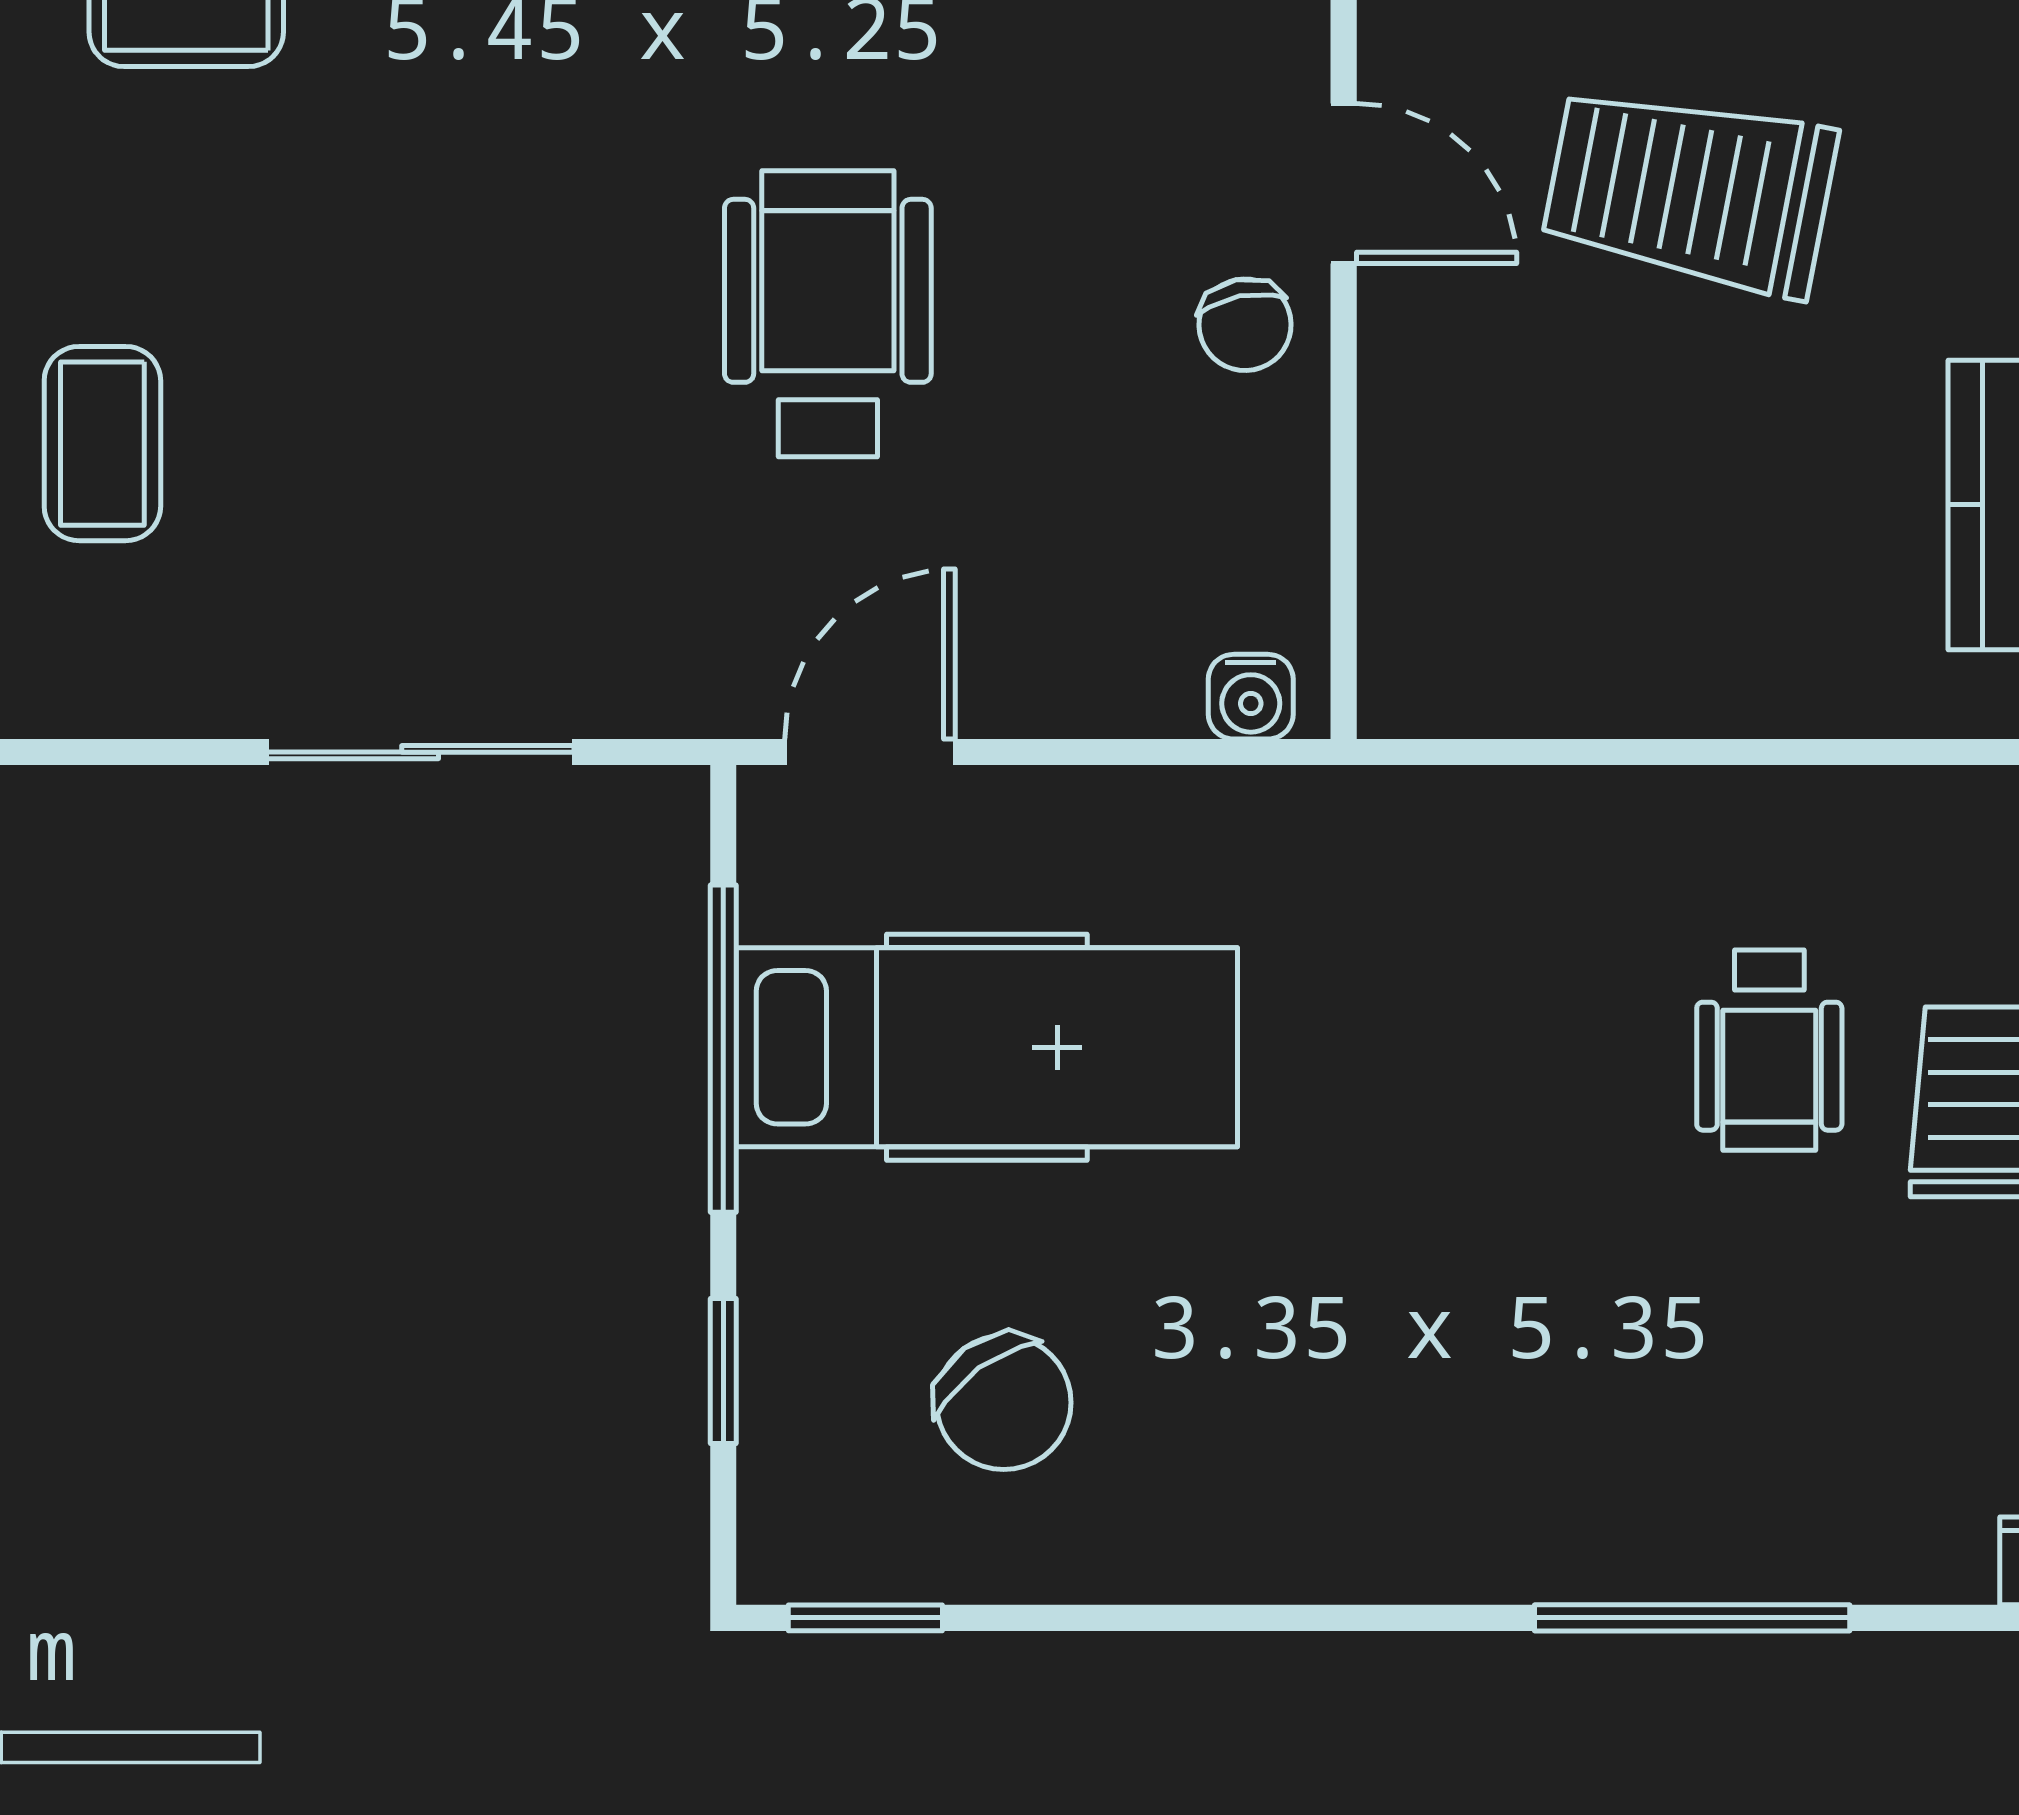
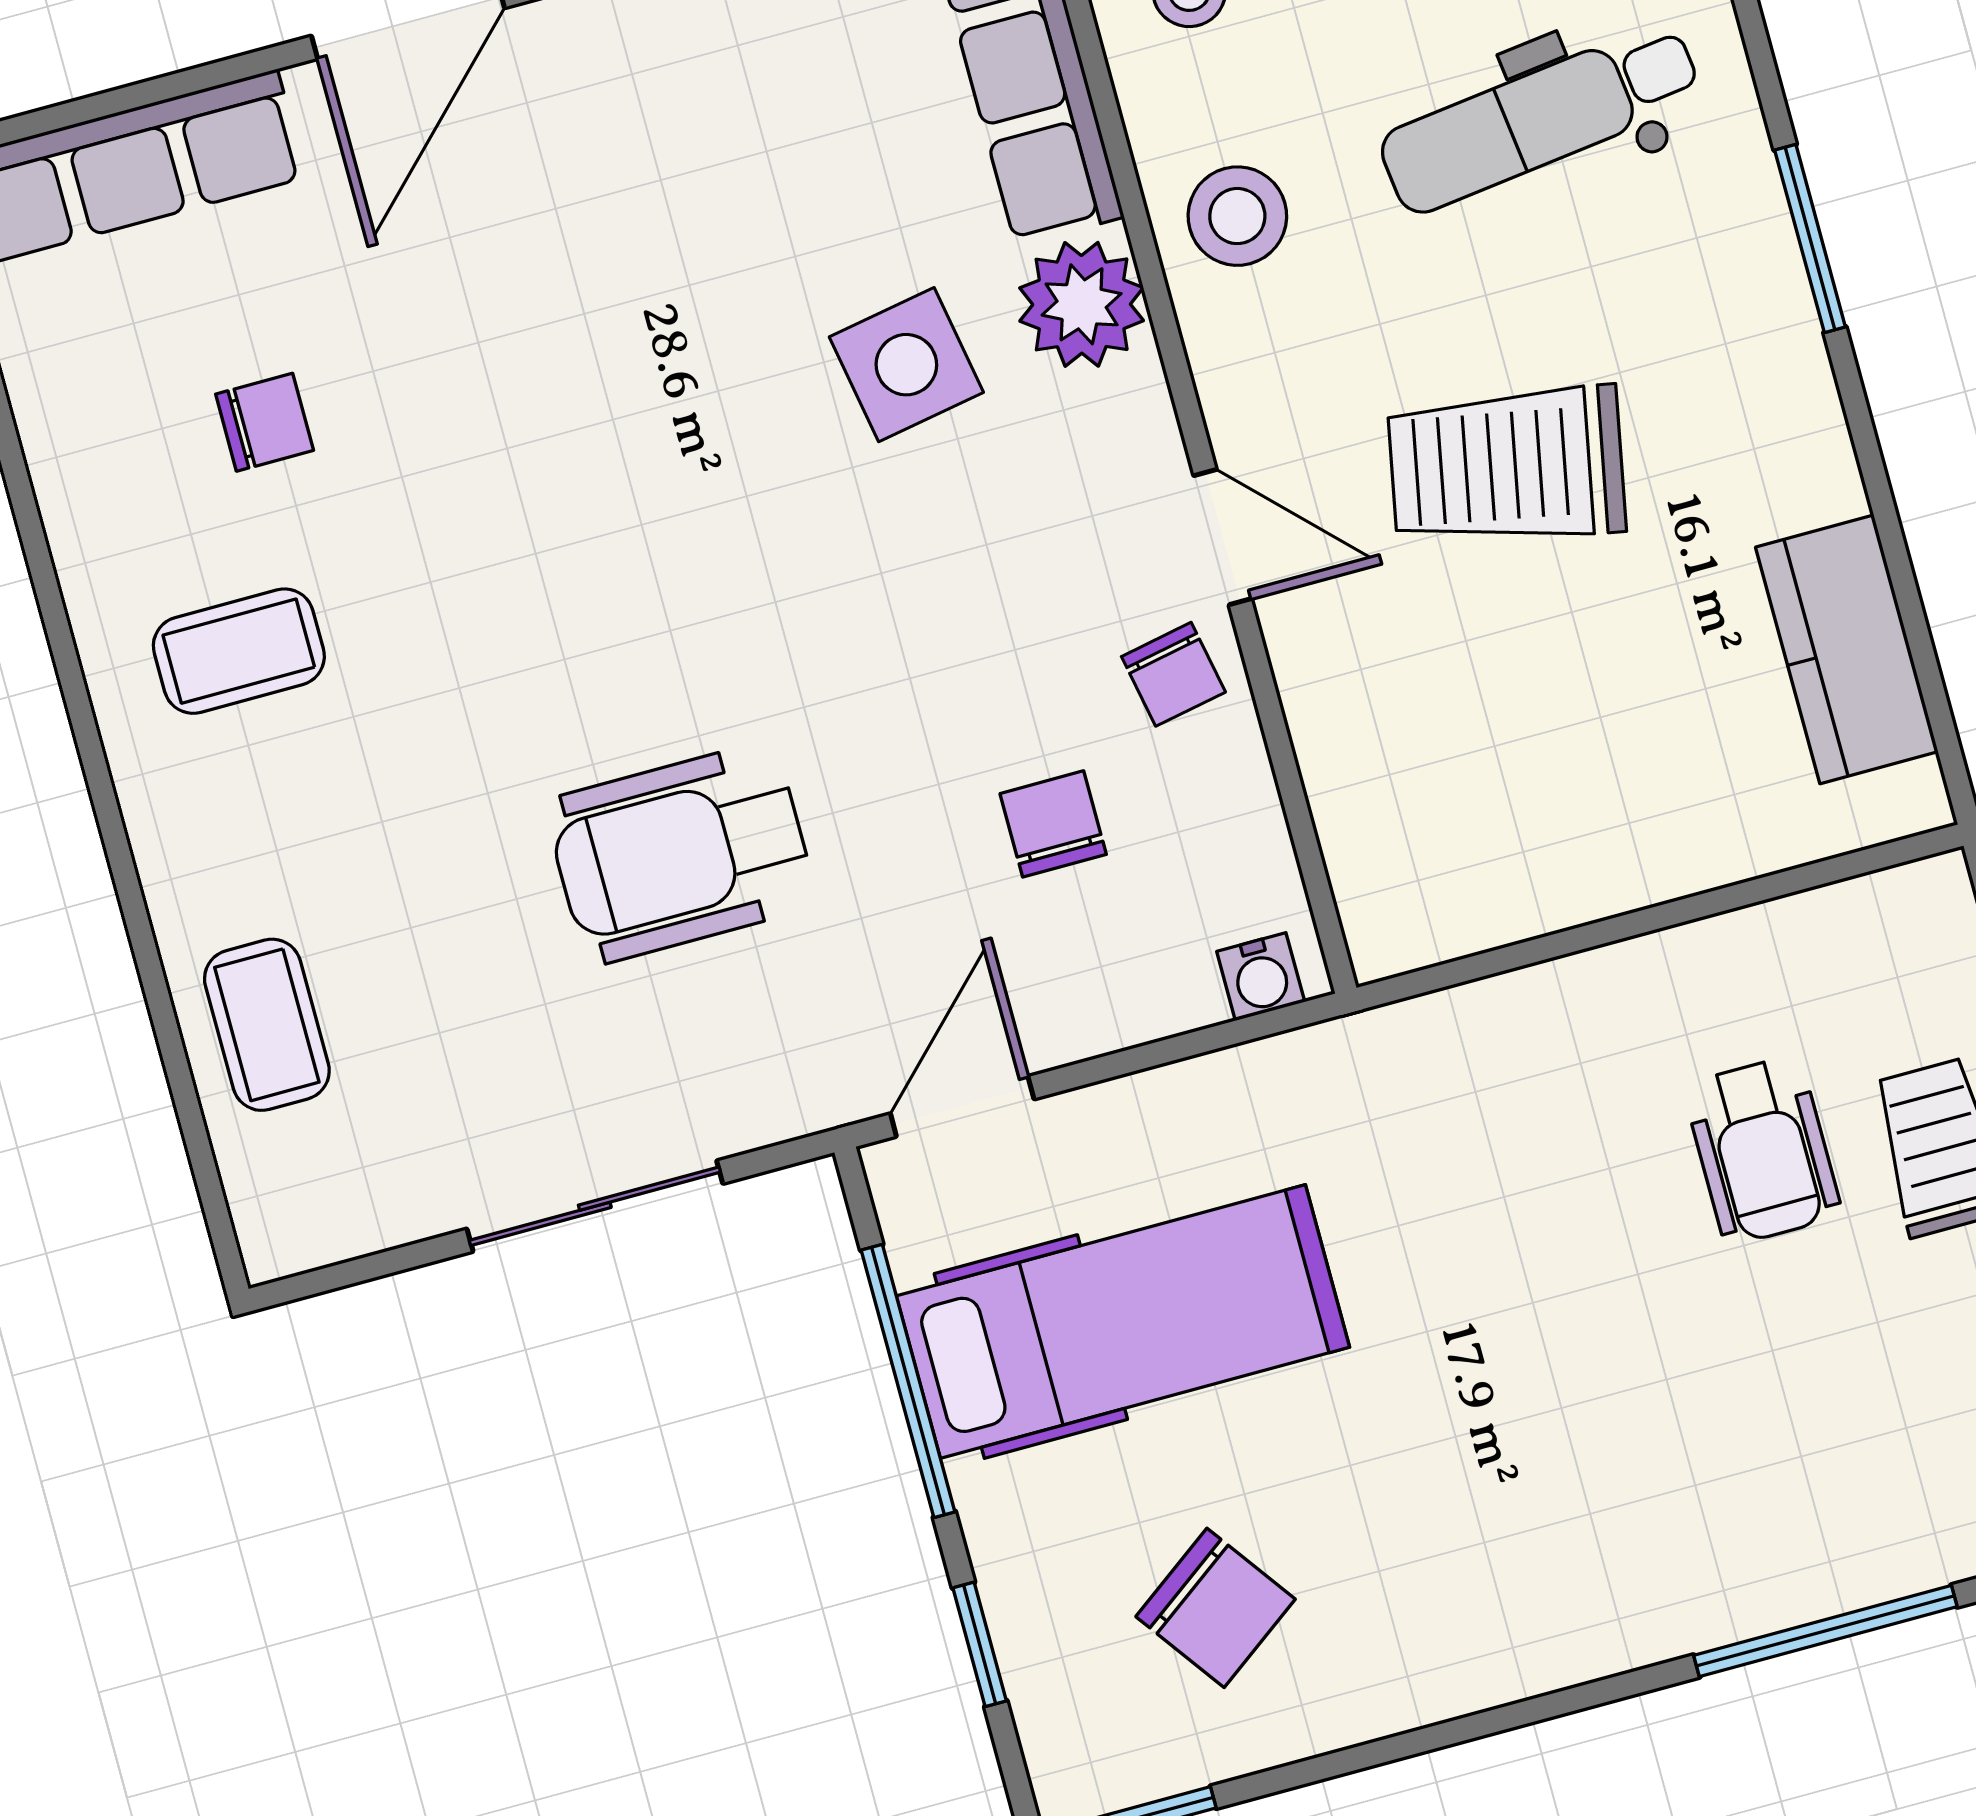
wheelchair: (828, 314) -> (681, 853), moved, turned -90
chair: (1061, 458) -> (1053, 824), added

